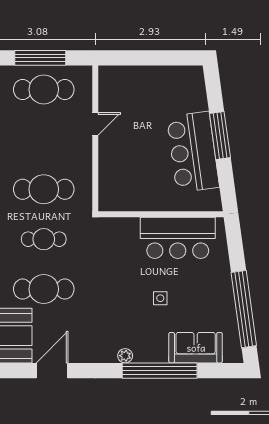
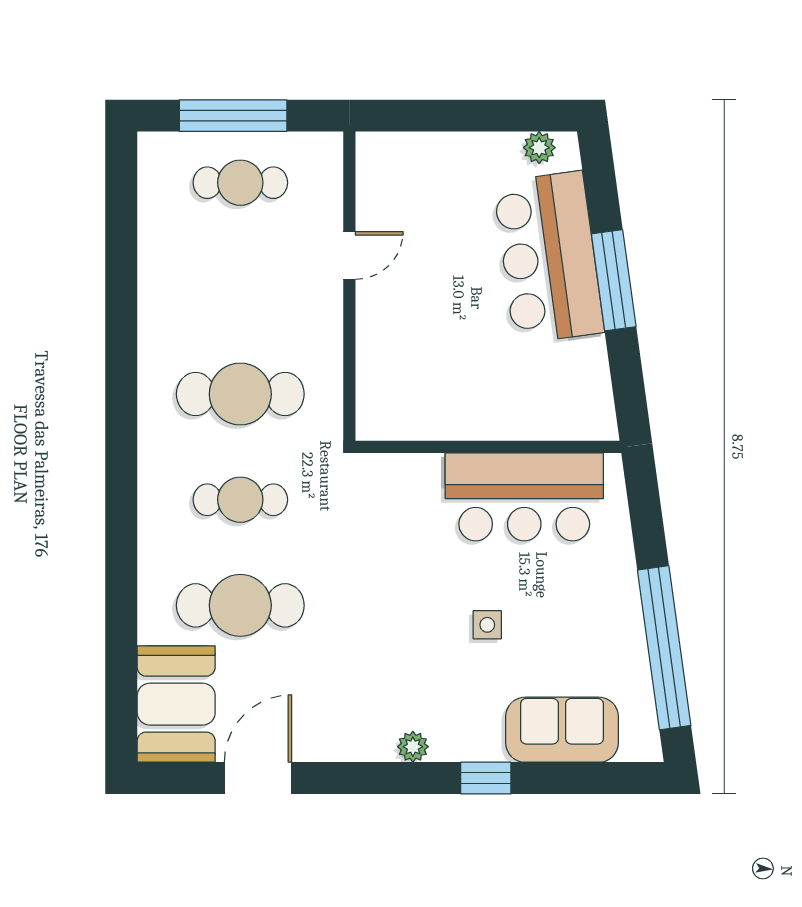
plant: (185, 73) -> (539, 148), added
cafe table: (44, 89) -> (240, 183), width x0.73, depth x0.74
bar counter: (193, 152) -> (549, 257), moved
window: (160, 371) -> (486, 778), width x0.32

